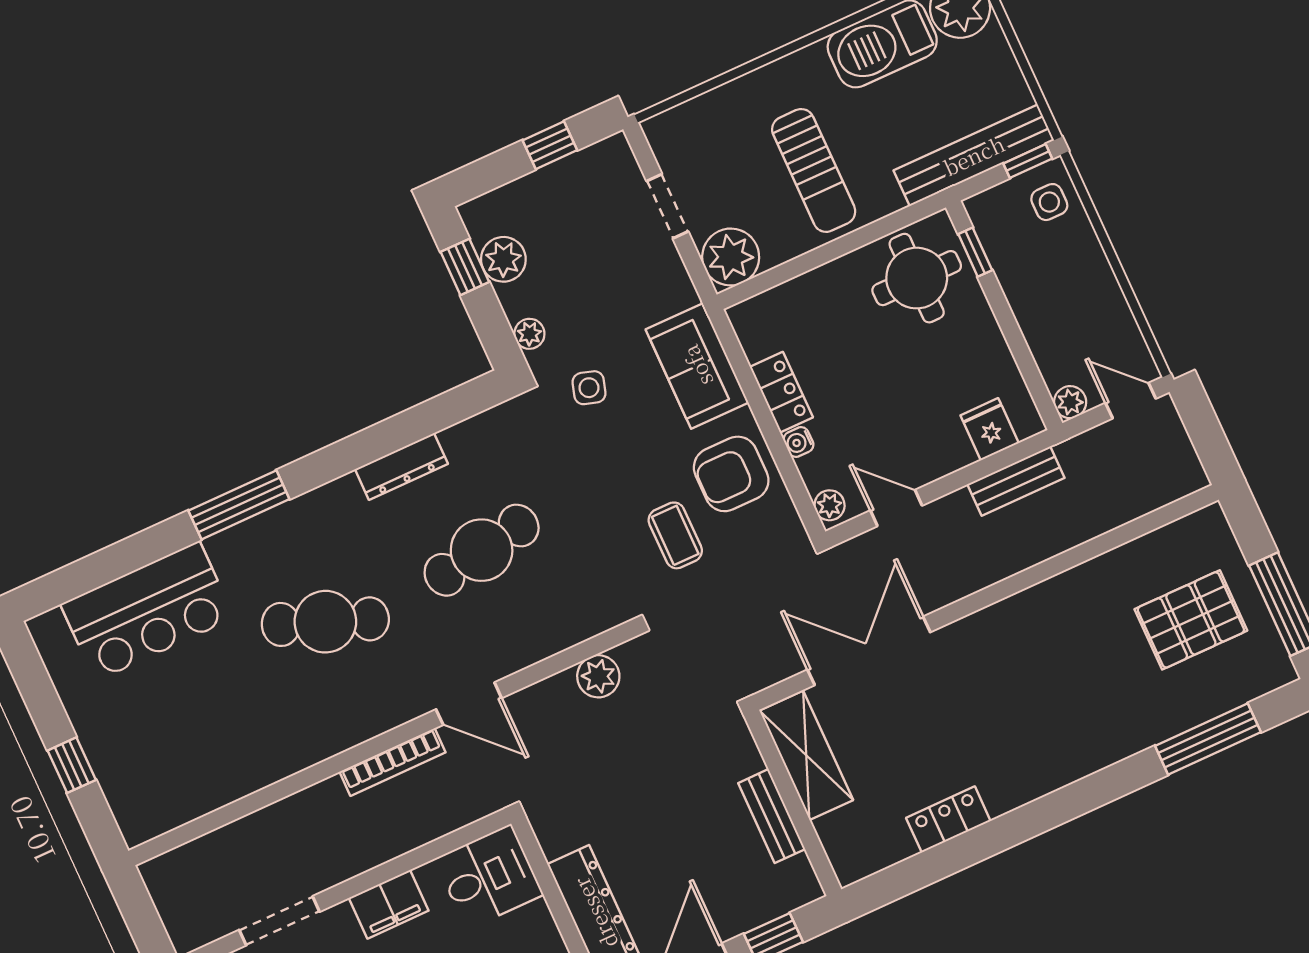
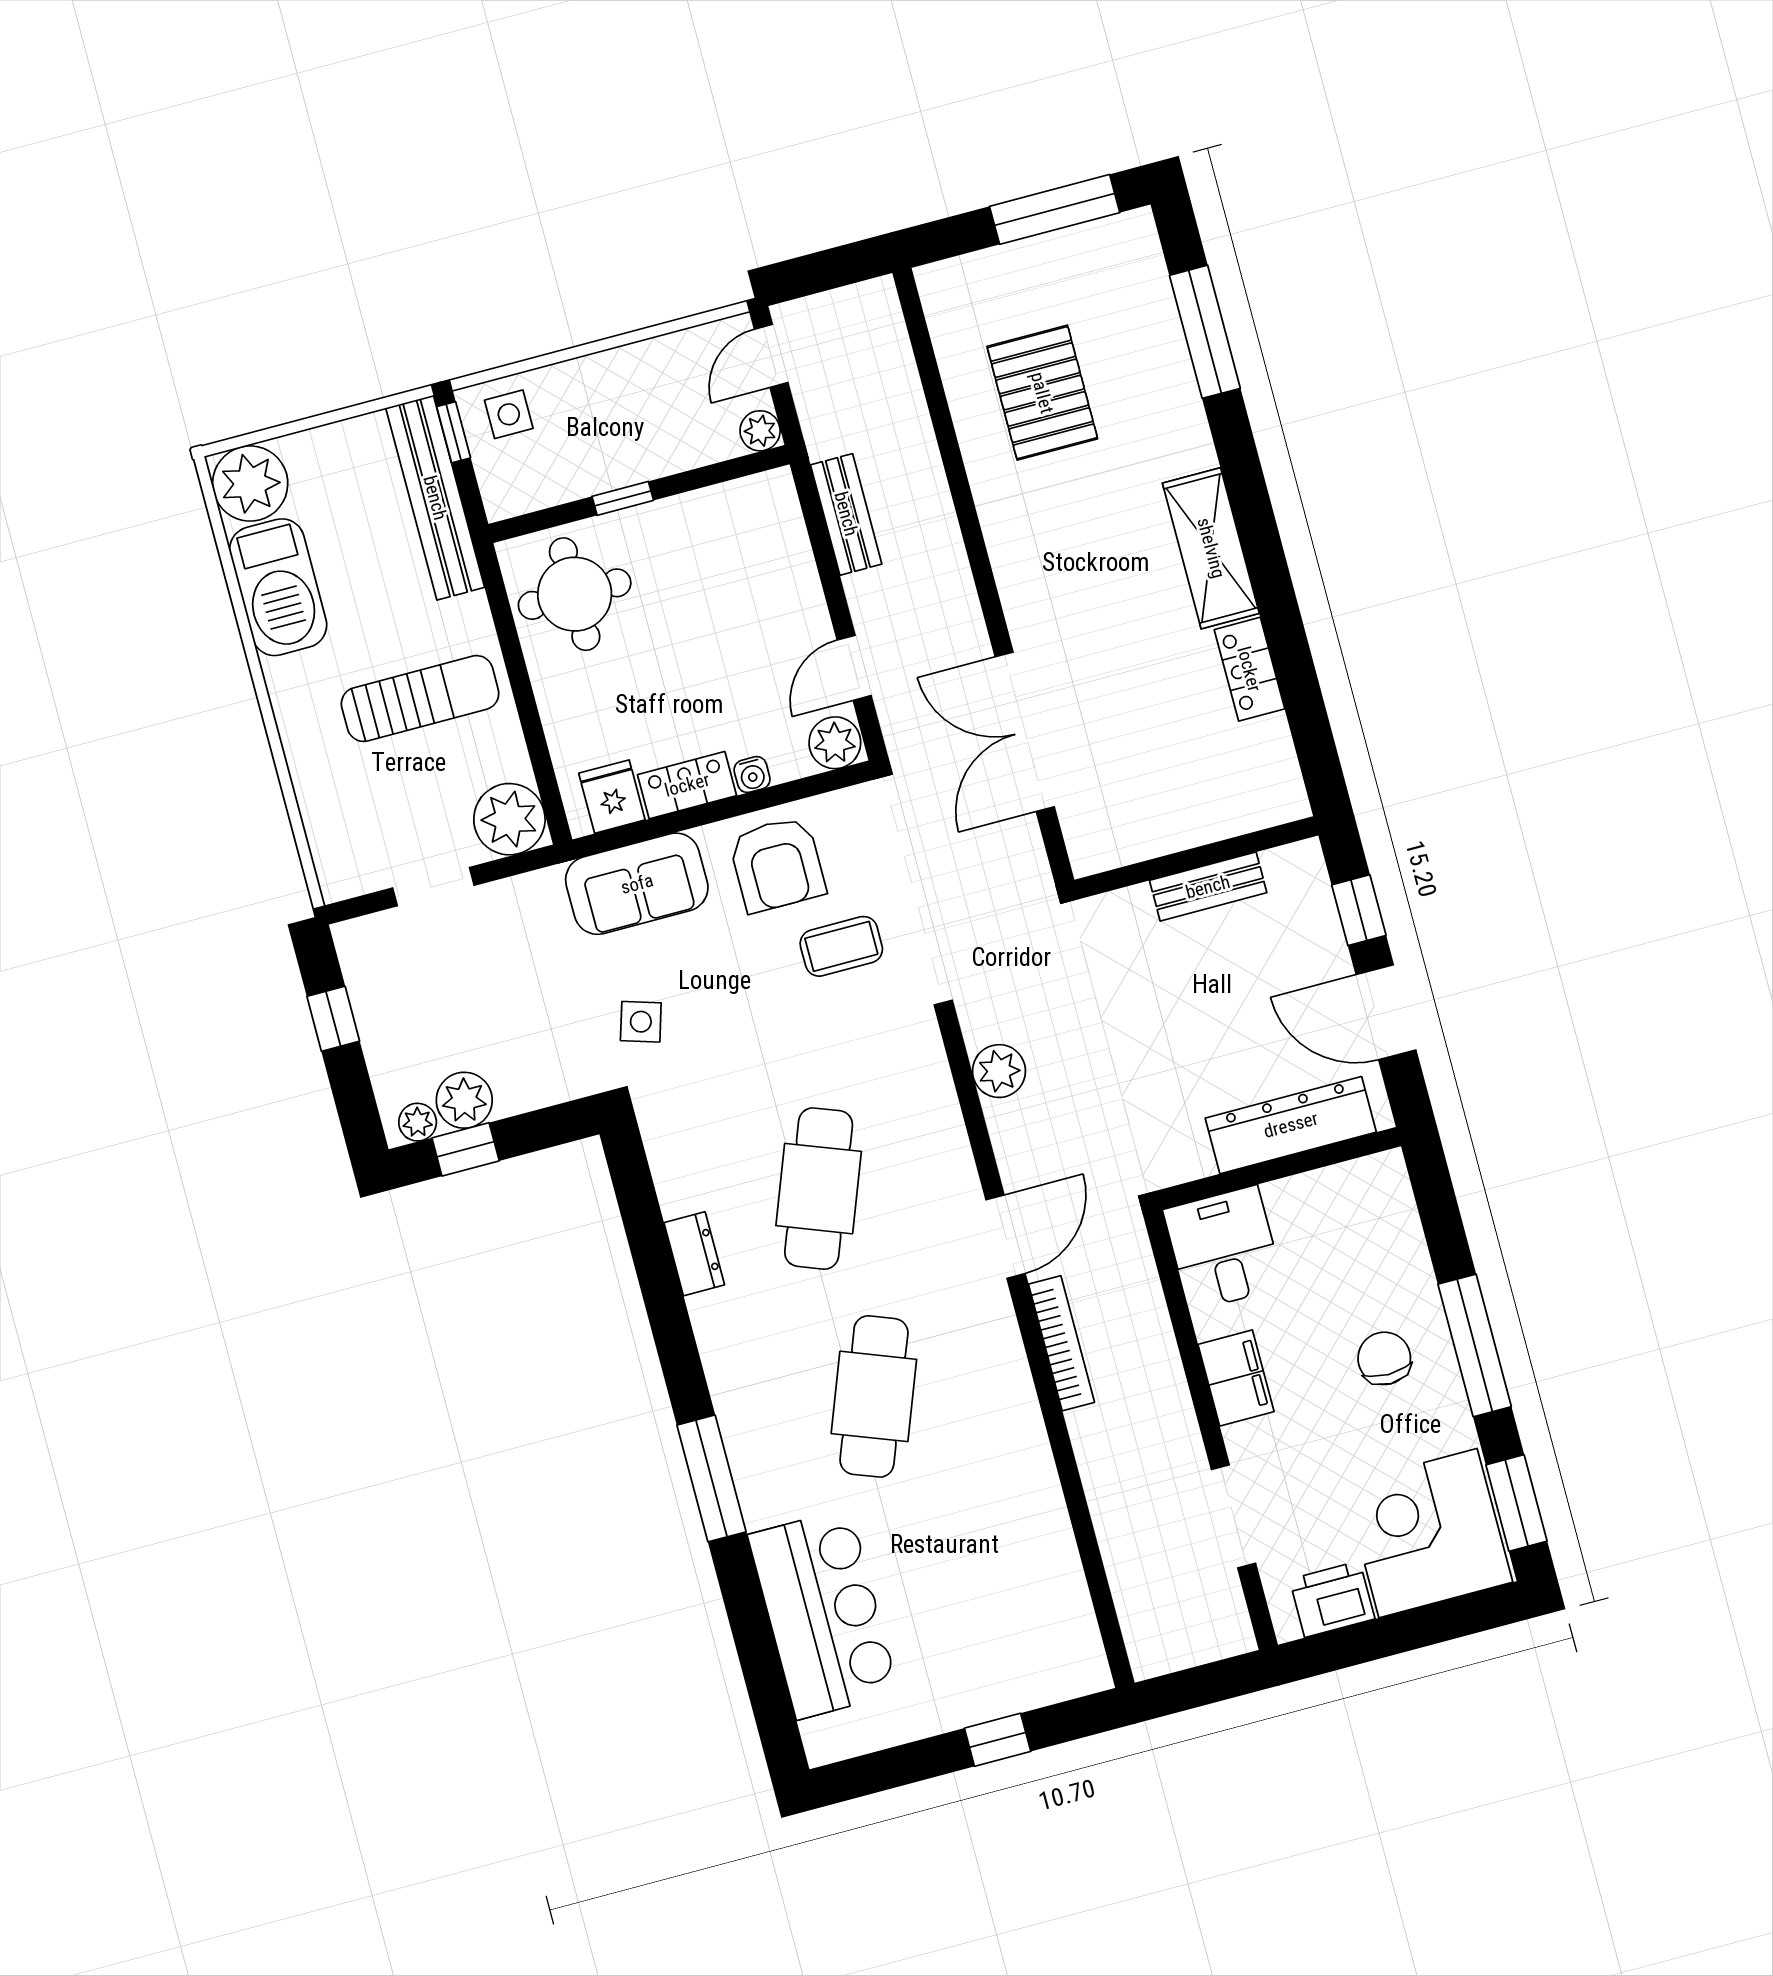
window: (975, 252) -> (623, 498), moved
plant: (529, 334) -> (418, 1122), moved
fridge: (990, 429) -> (612, 797), moved, turned 90
dresser: (401, 467) -> (694, 1254), width x0.70
plant: (830, 505) -> (835, 743), width x1.38, depth x1.38
cafe table: (482, 550) -> (819, 1189), turned 30
pallet: (1191, 620) -> (1042, 393), moved
shelving: (806, 755) -> (1211, 548), moved, turned 90

